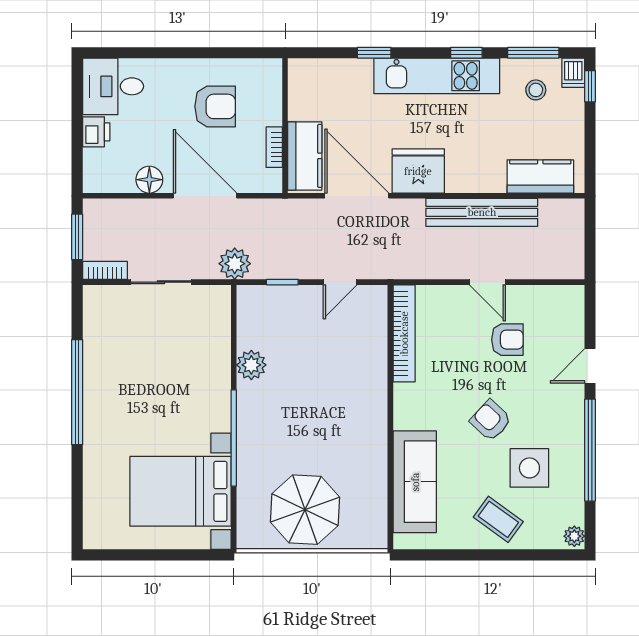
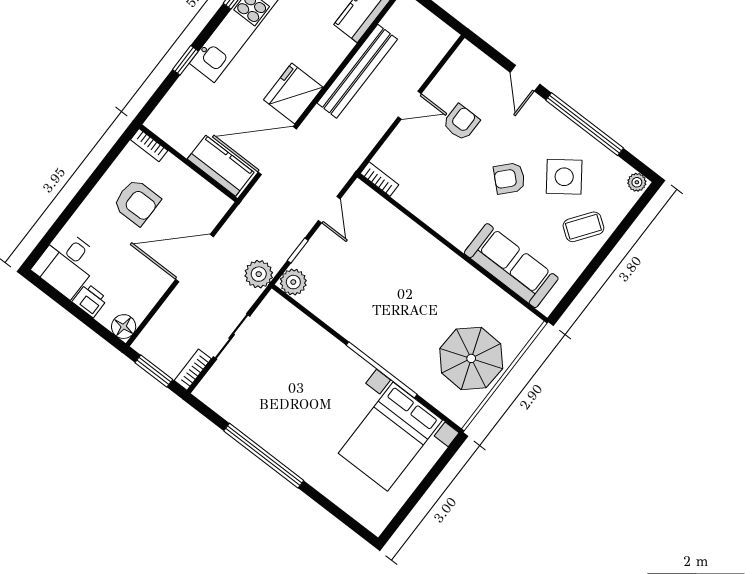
armchair: (215, 106) -> (137, 202), turned 90
bookcase: (274, 147) -> (149, 145), moved
floor lamp: (149, 180) -> (124, 327), moved
bookcase: (404, 333) -> (380, 179), width x0.43, depth x0.76
plant: (251, 365) -> (293, 282), moved
side table: (529, 468) -> (564, 177), turned -36

